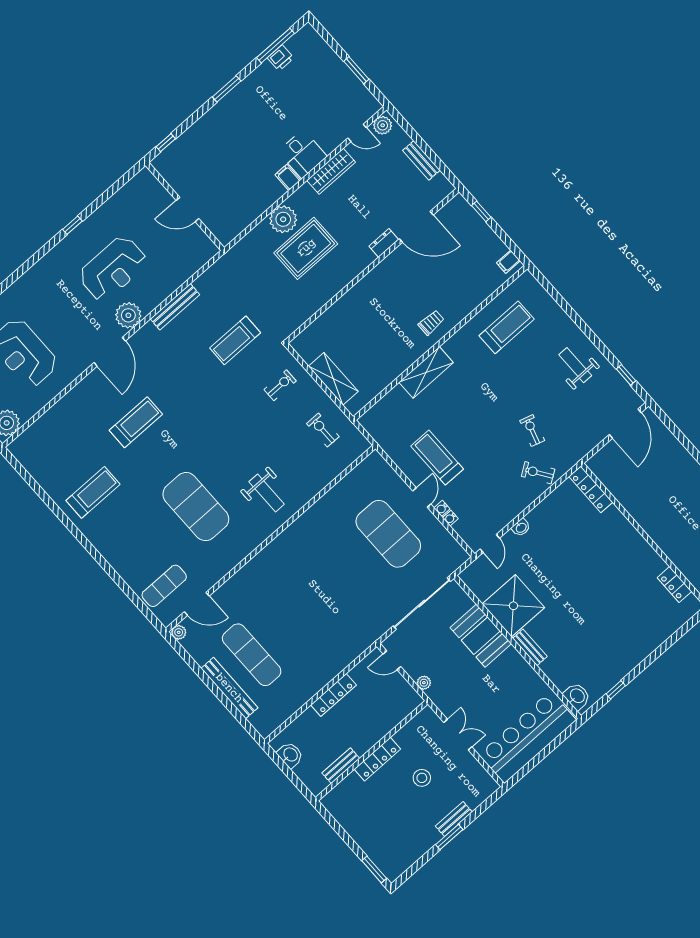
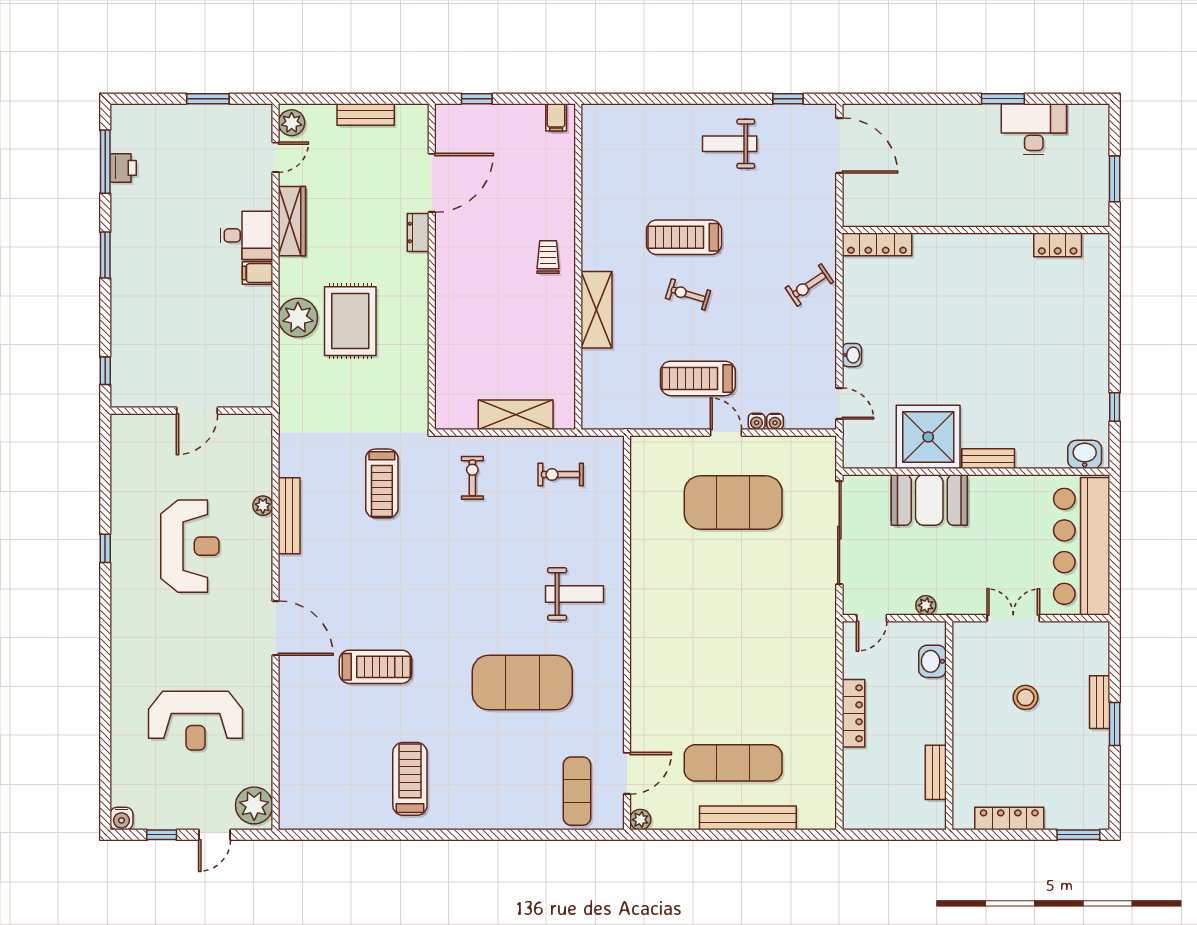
plant: (128, 315) -> (263, 506), moved, width x0.53, depth x0.53
treadmill: (507, 327) -> (684, 237), moved, turned -90
treadmill: (136, 422) -> (376, 667), turned 90
exercise bike: (532, 431) -> (688, 294), moved
washbasin: (290, 755) -> (933, 661), moved, turned -90
locker: (377, 759) -> (1009, 819), moved, turned -90

